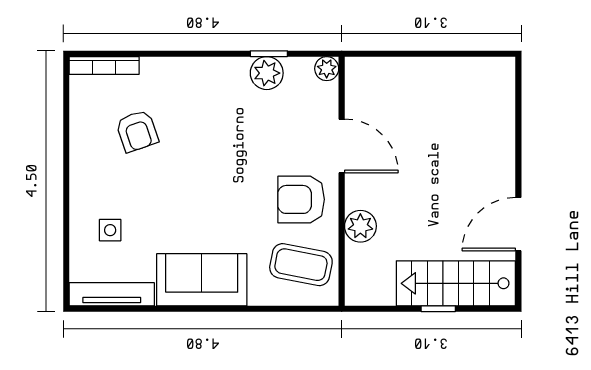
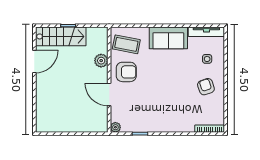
plant: (267, 73) -> (141, 125), removed
armchair: (137, 131) -> (206, 87), moved

